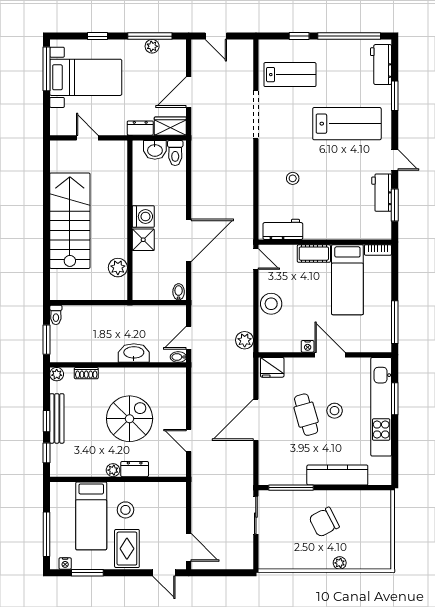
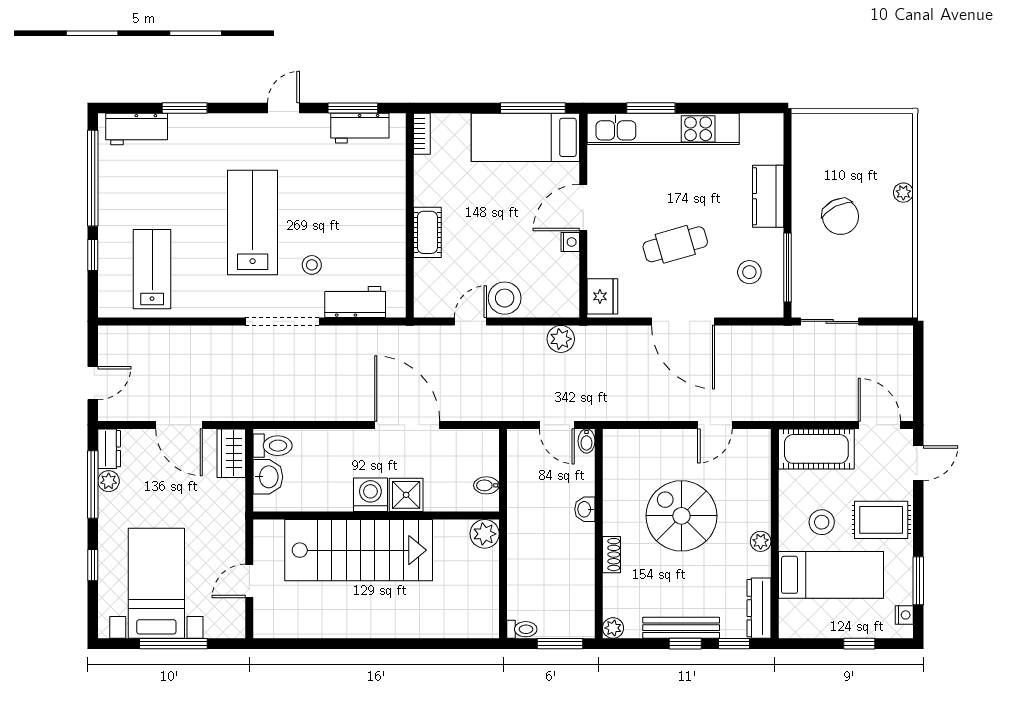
window: (47, 69) -> (173, 644), moved
doorway: (256, 115) -> (282, 321), moved
lab bench: (347, 124) -> (253, 222), moved
dresser: (140, 128) -> (109, 449), moved, turned 180
workbench: (382, 193) -> (360, 128), moved
stairs: (70, 221) -> (359, 550), moved, turned 180
workbench: (283, 229) -> (355, 302), moved, turned 90
door: (256, 259) -> (470, 321), moved
plant: (118, 268) -> (485, 534), moved
bed: (347, 280) -> (525, 137), moved, turned 180
bidet: (179, 292) -> (486, 485), moved
washbasin: (134, 353) -> (585, 509), width x0.52, depth x0.69
shoe rack: (86, 373) -> (611, 555), moved
stool: (335, 411) -> (749, 272), moved
dresser: (135, 469) -> (759, 608), moved, width x1.44
kitchen counter: (337, 475) -> (768, 196), width x0.67
cot: (173, 506) -> (816, 449), added
window: (47, 534) -> (859, 644), width x0.46
door: (189, 547) -> (879, 425), hinge flipped

